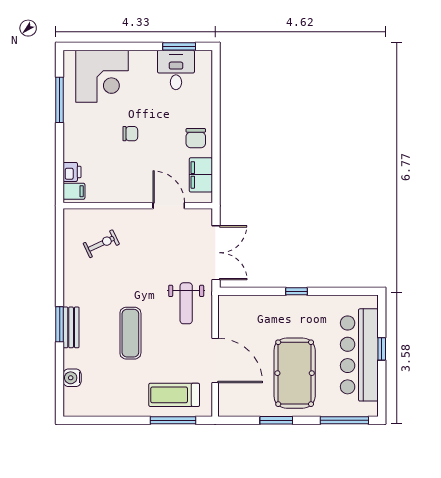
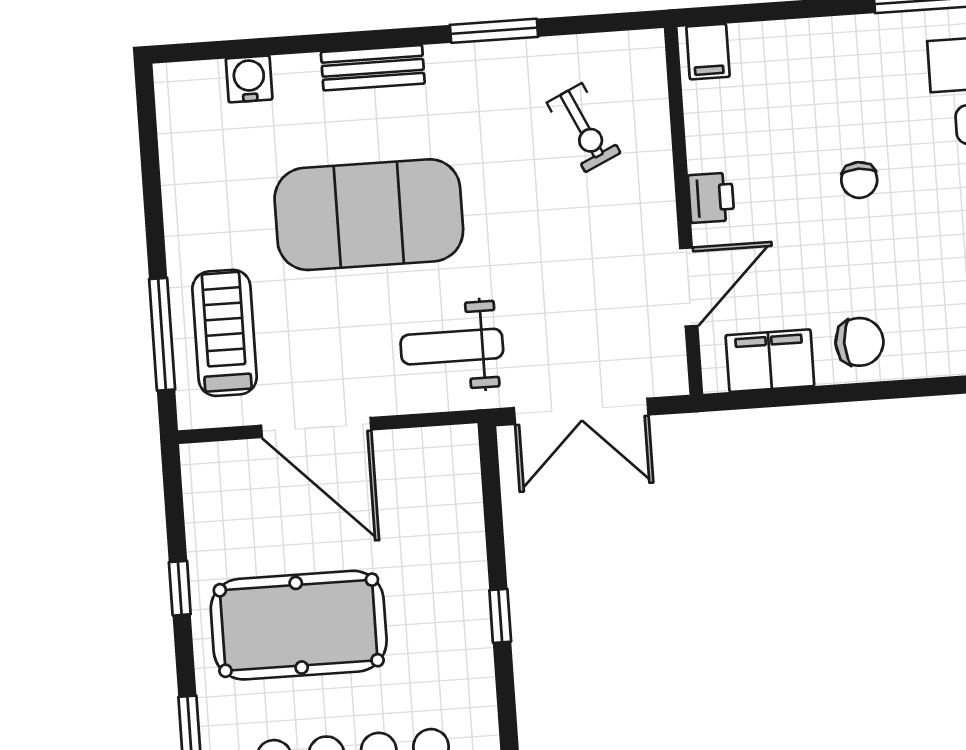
chair: (196, 138) -> (859, 342), turned 180
printer: (72, 172) -> (711, 198), moved, turned -90
window: (60, 324) -> (494, 31), moved
exercise mat: (130, 333) -> (369, 215), width x2.00, depth x1.45
door: (215, 360) -> (316, 428), hinge flipped
window: (276, 420) -> (180, 588), width x0.67

